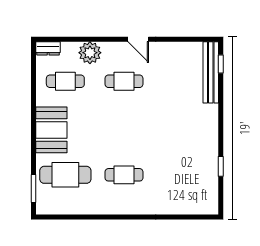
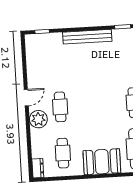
plant: (90, 53) -> (38, 119), moved
bench: (211, 72) -> (87, 37), moved

